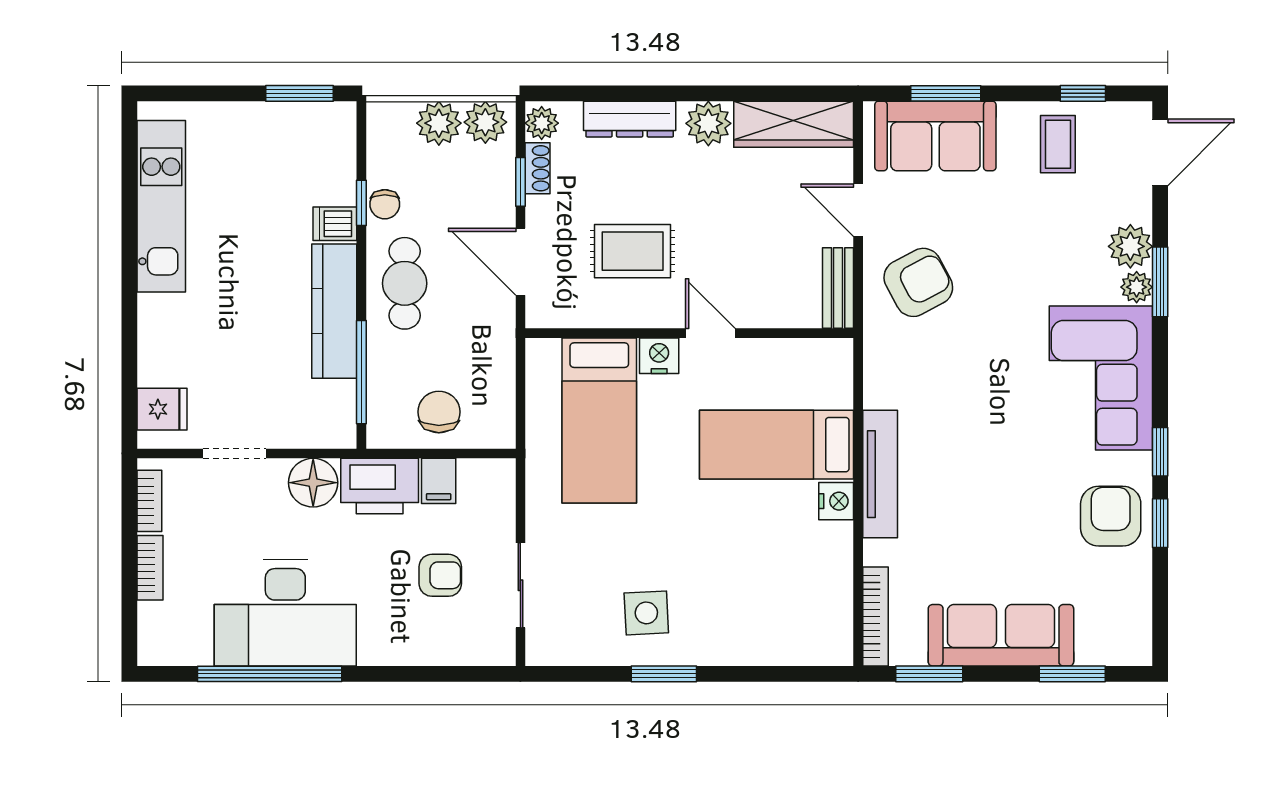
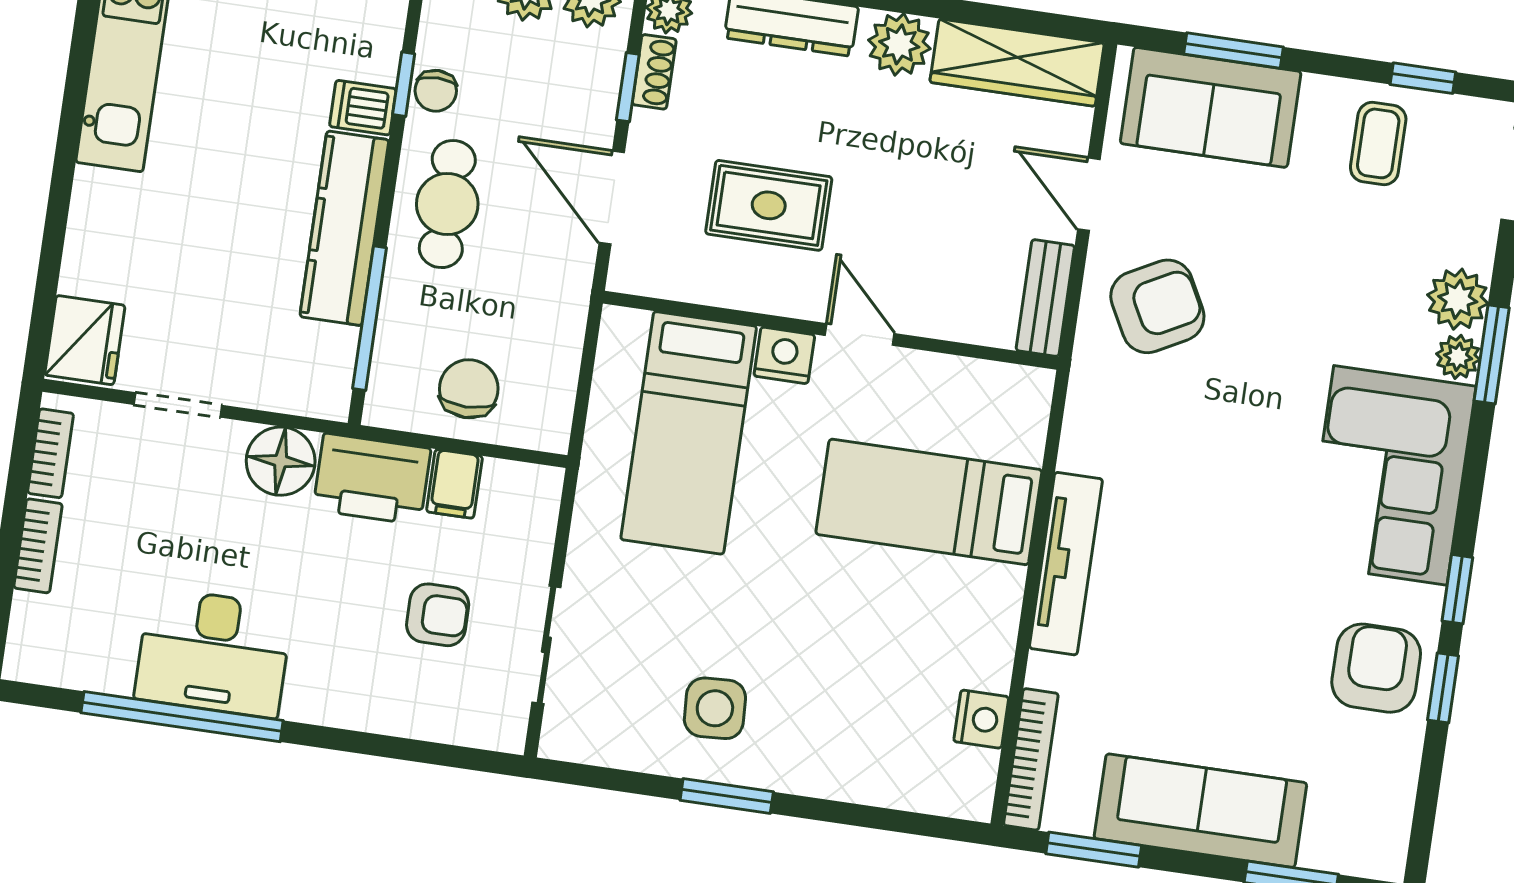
fridge: (162, 409) -> (85, 340), width x1.38
nightstand: (836, 501) -> (981, 719), moved
desk: (285, 613) -> (213, 653), width x0.73, depth x0.77

